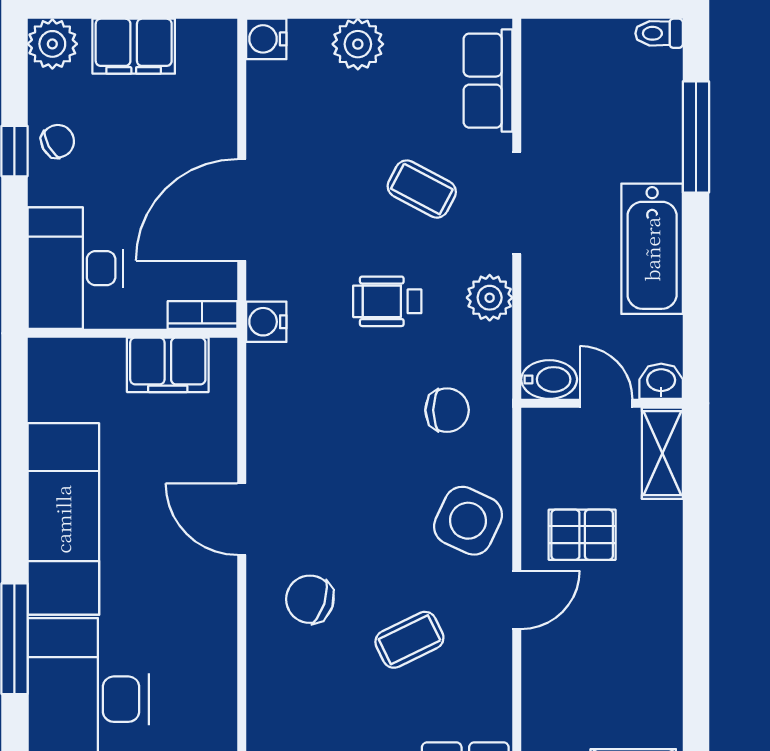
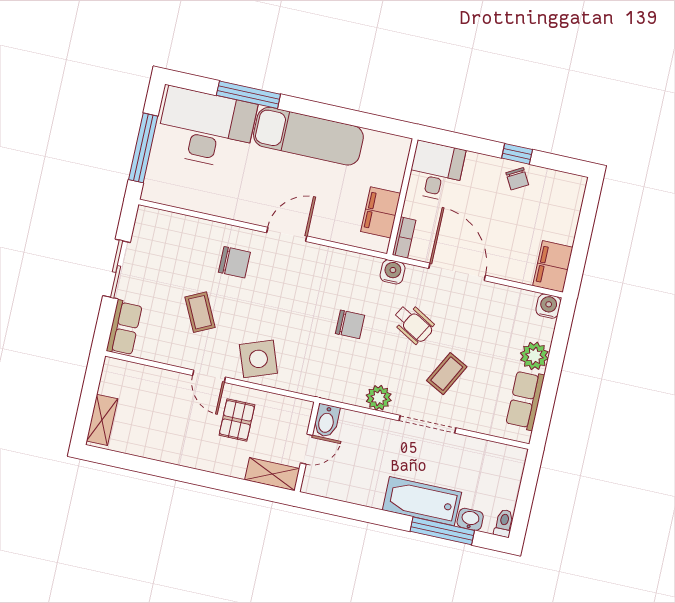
plant: (52, 44) -> (571, 188), removed
filing cabinet: (134, 46) -> (553, 267), moved
row of seats: (488, 81) -> (525, 400), moved, turned -90
bathtub: (652, 249) -> (422, 501), moved
desk: (75, 268) -> (436, 171), width x0.73
wheelchair: (387, 301) -> (413, 324), moved, turned 120
washbasin: (661, 381) -> (470, 519), moved, turned -90
chair: (447, 410) -> (350, 324), moved, turned -90
side table: (468, 521) -> (258, 359), turned 45
chair: (310, 599) -> (234, 262), turned 72

